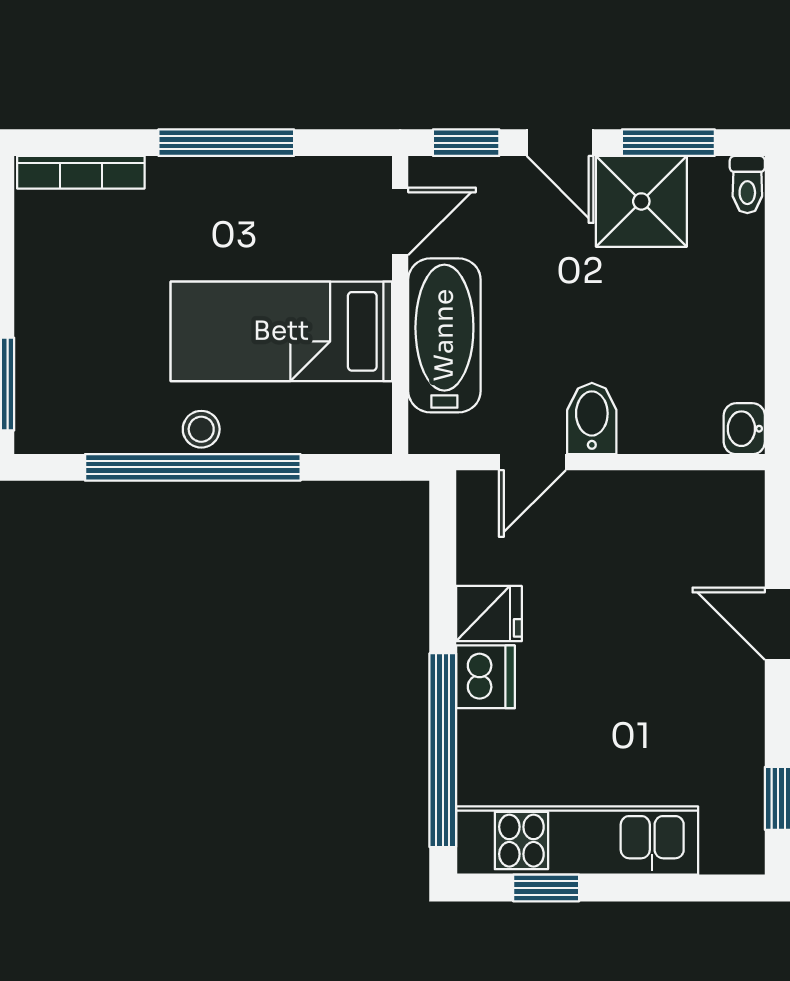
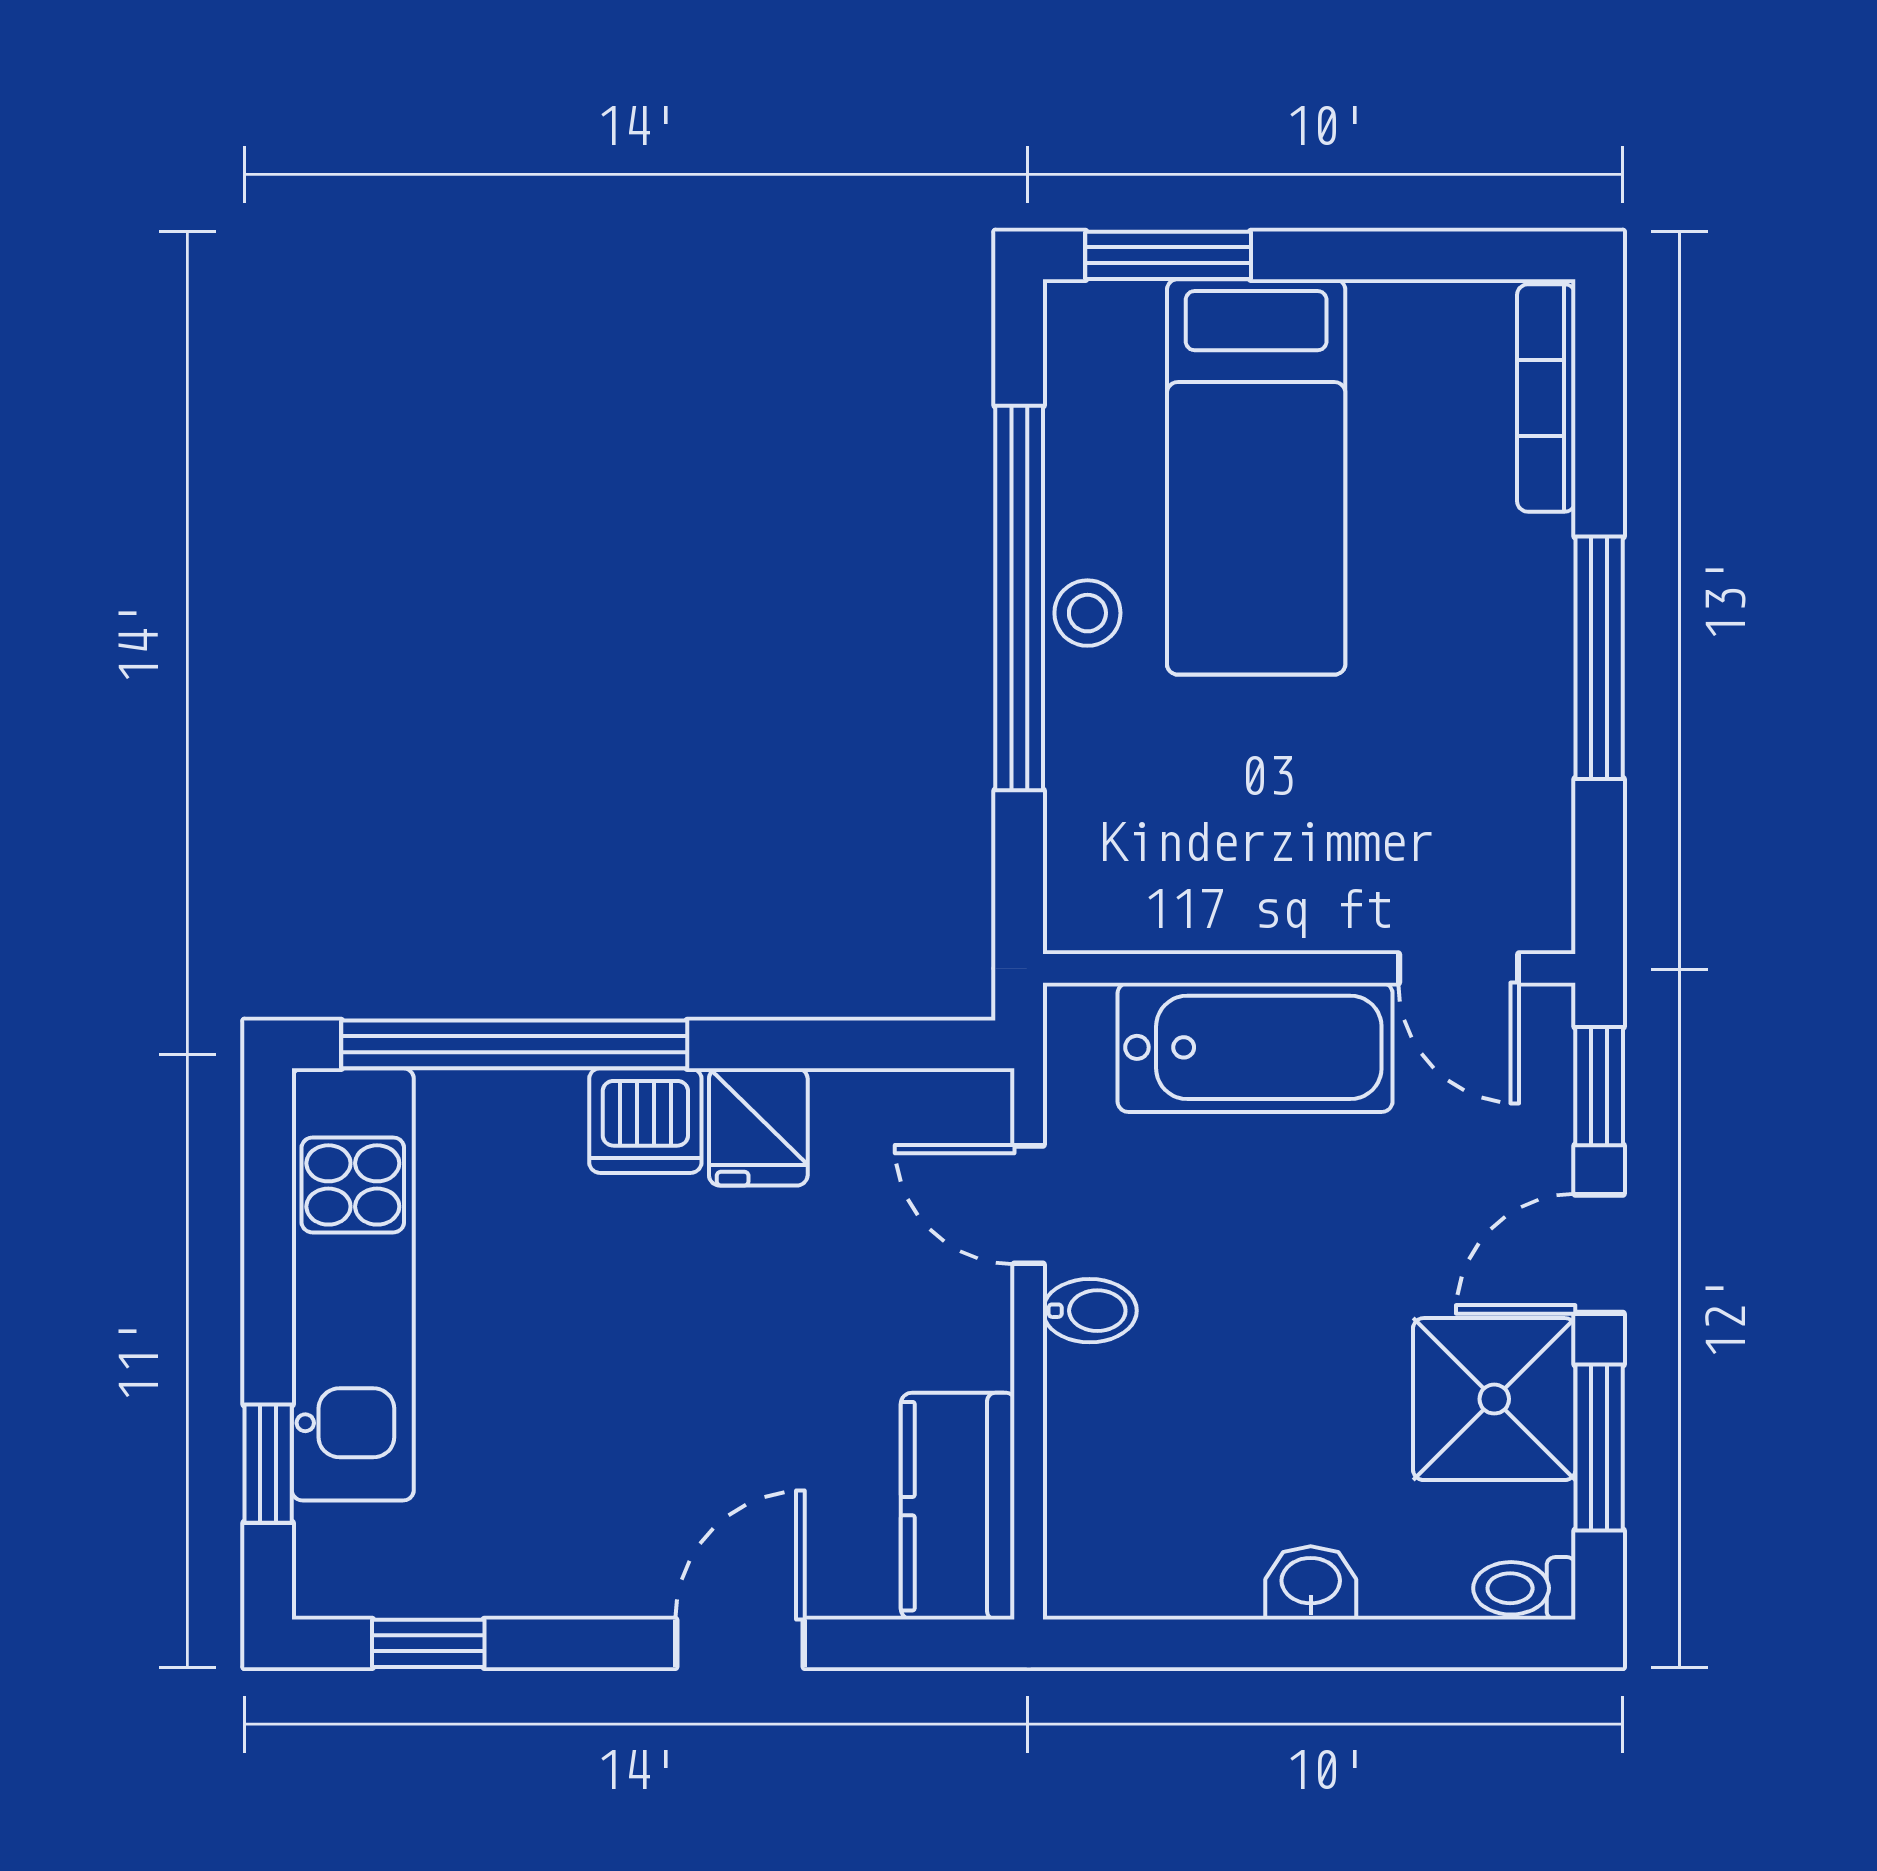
bed: (281, 331) -> (1256, 477), moved, turned 180
bidet: (592, 418) -> (1090, 1311), width x0.72, depth x0.74
washbasin: (744, 429) -> (1311, 1583), moved
kitchen counter: (701, 502) -> (958, 1506), added
window: (546, 888) -> (268, 1464), moved

